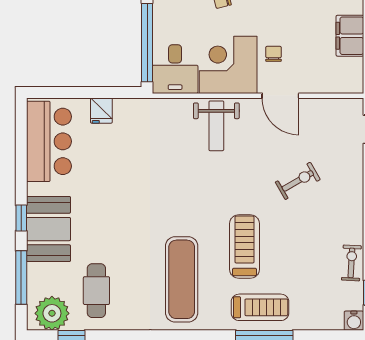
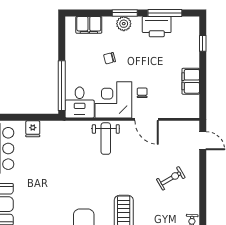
exercise bike: (298, 181) -> (171, 178), moved

